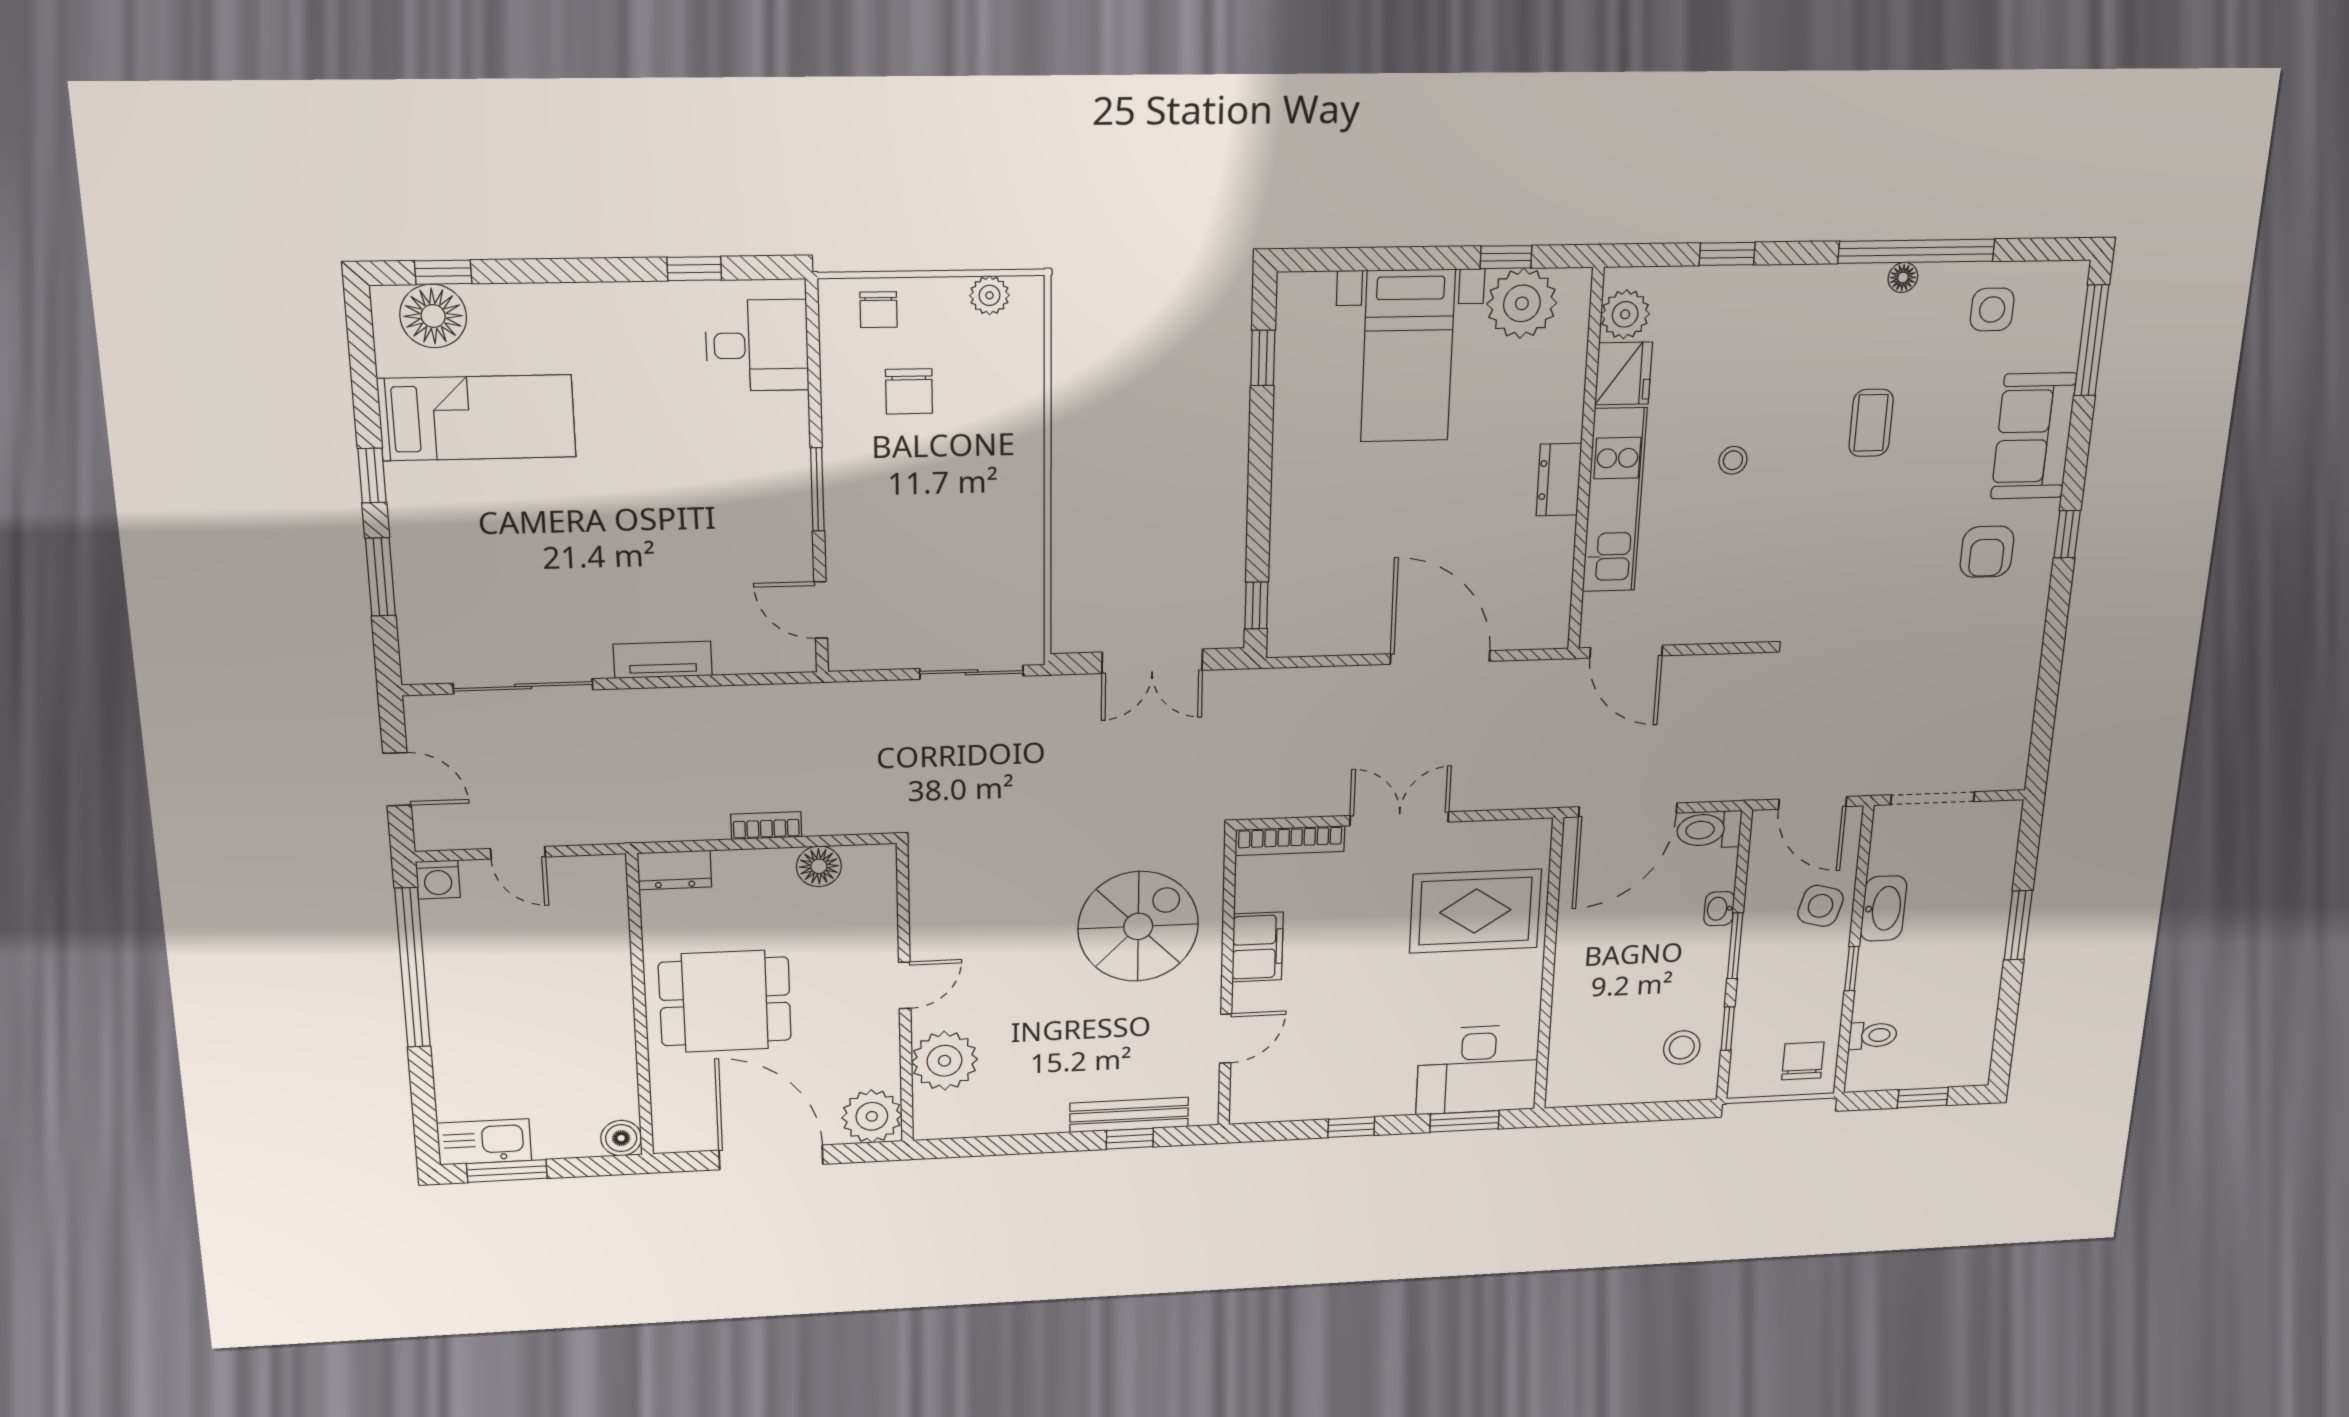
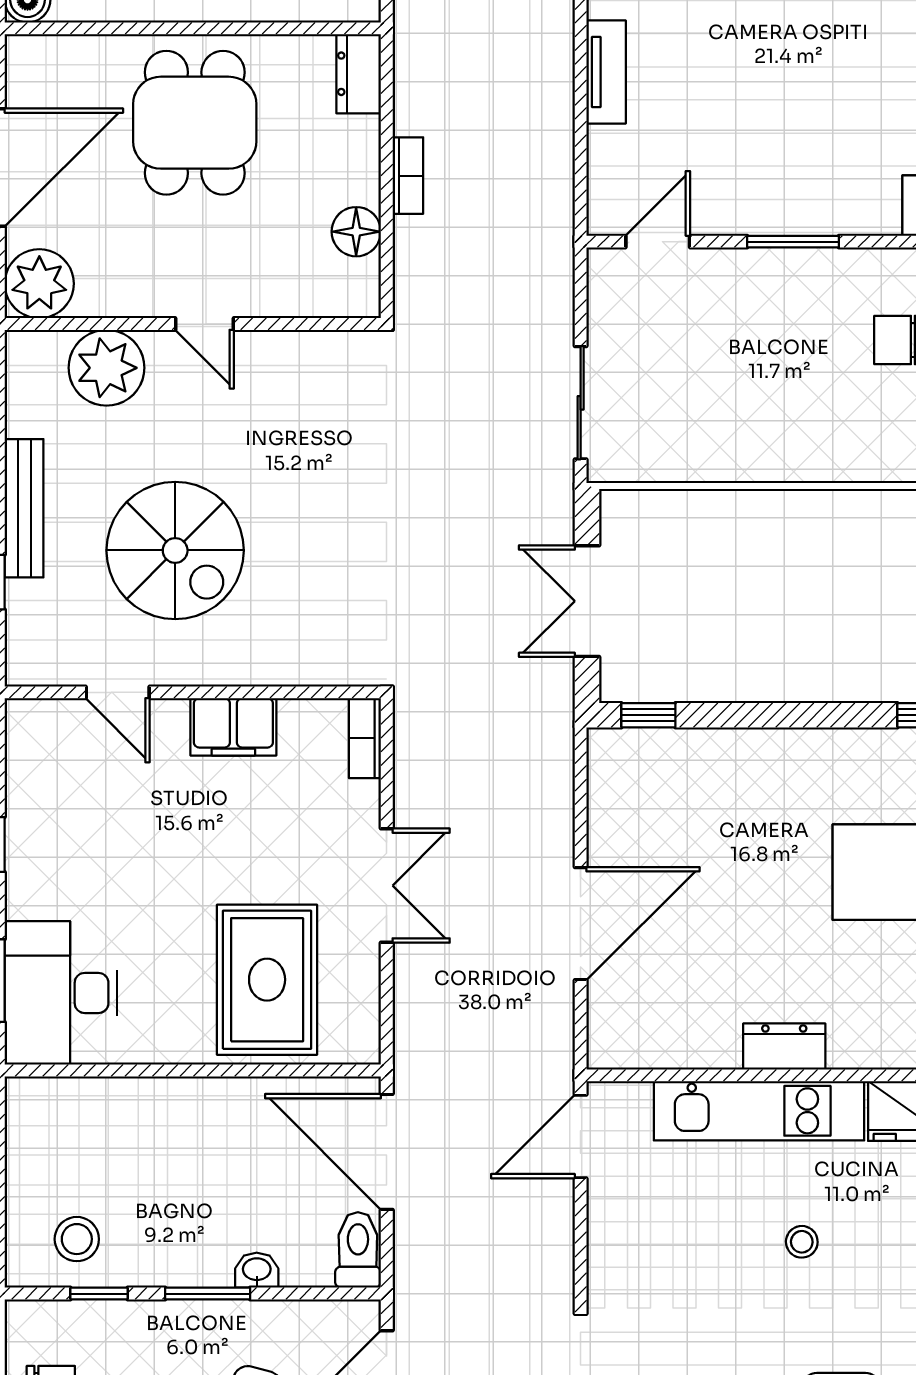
bookcase: (1290, 841) -> (365, 738), width x0.64
spiral stairs: (1138, 926) -> (175, 550), moved
bench: (1129, 1115) -> (24, 508), moved

